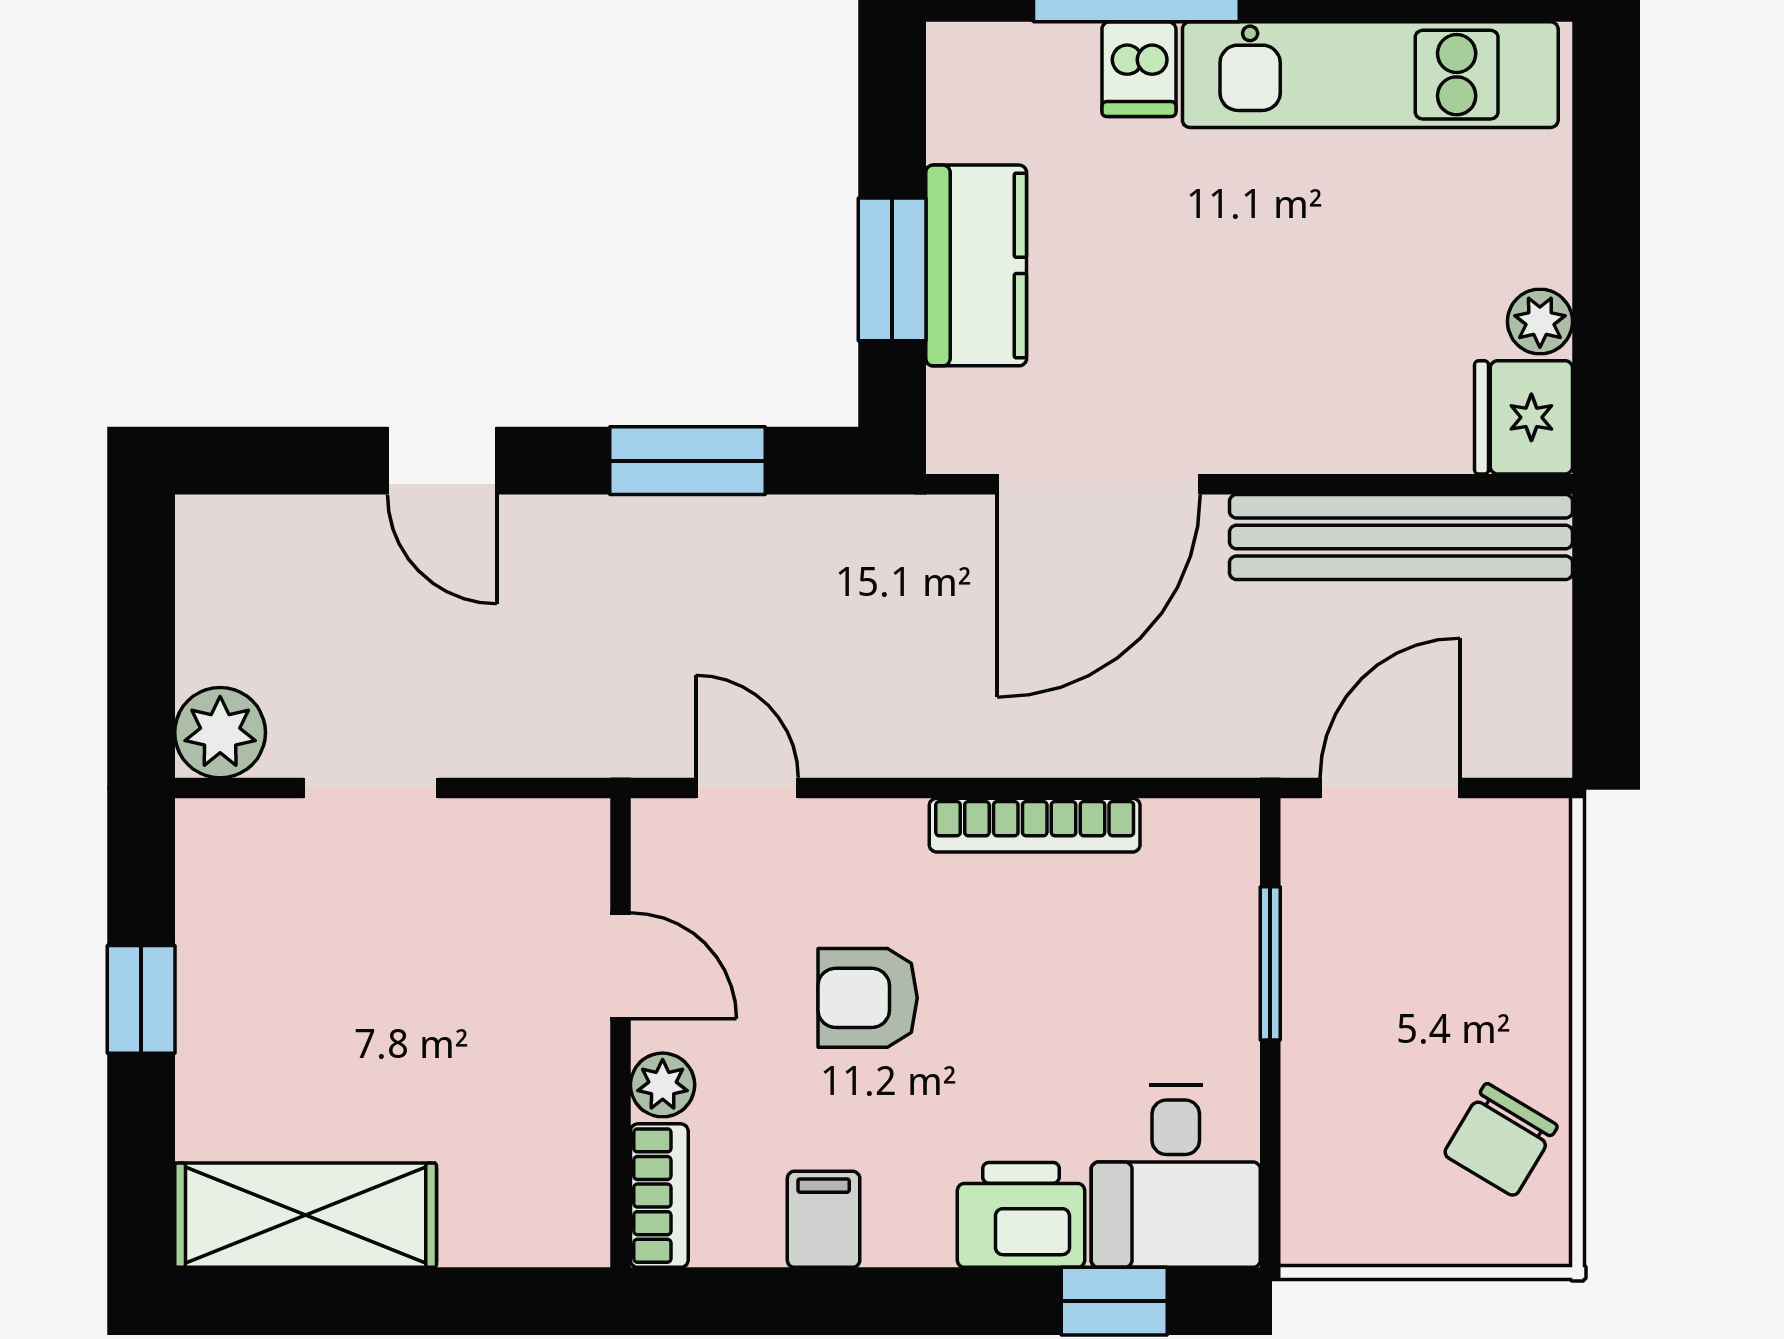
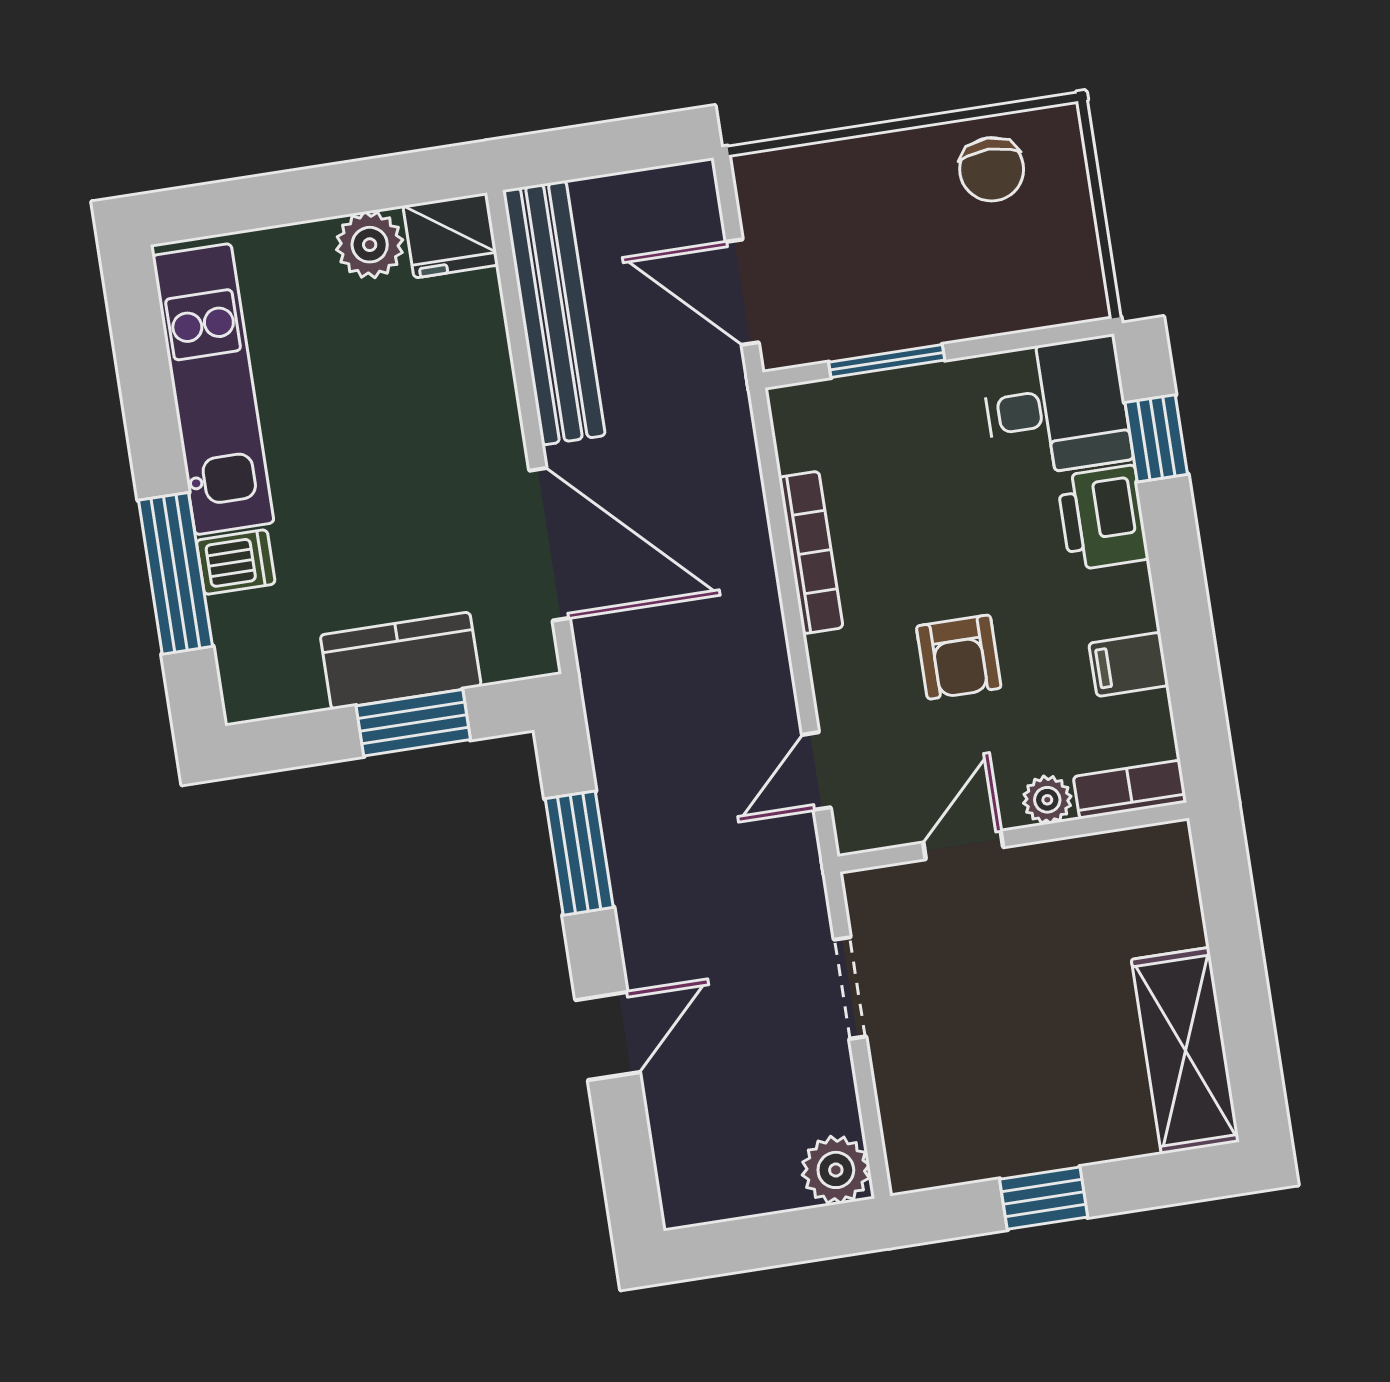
plant: (1540, 321) -> (370, 245), width x1.38, depth x1.38
doorway: (371, 788) -> (850, 988), moved
chair: (1500, 1140) -> (992, 169), turned 59

